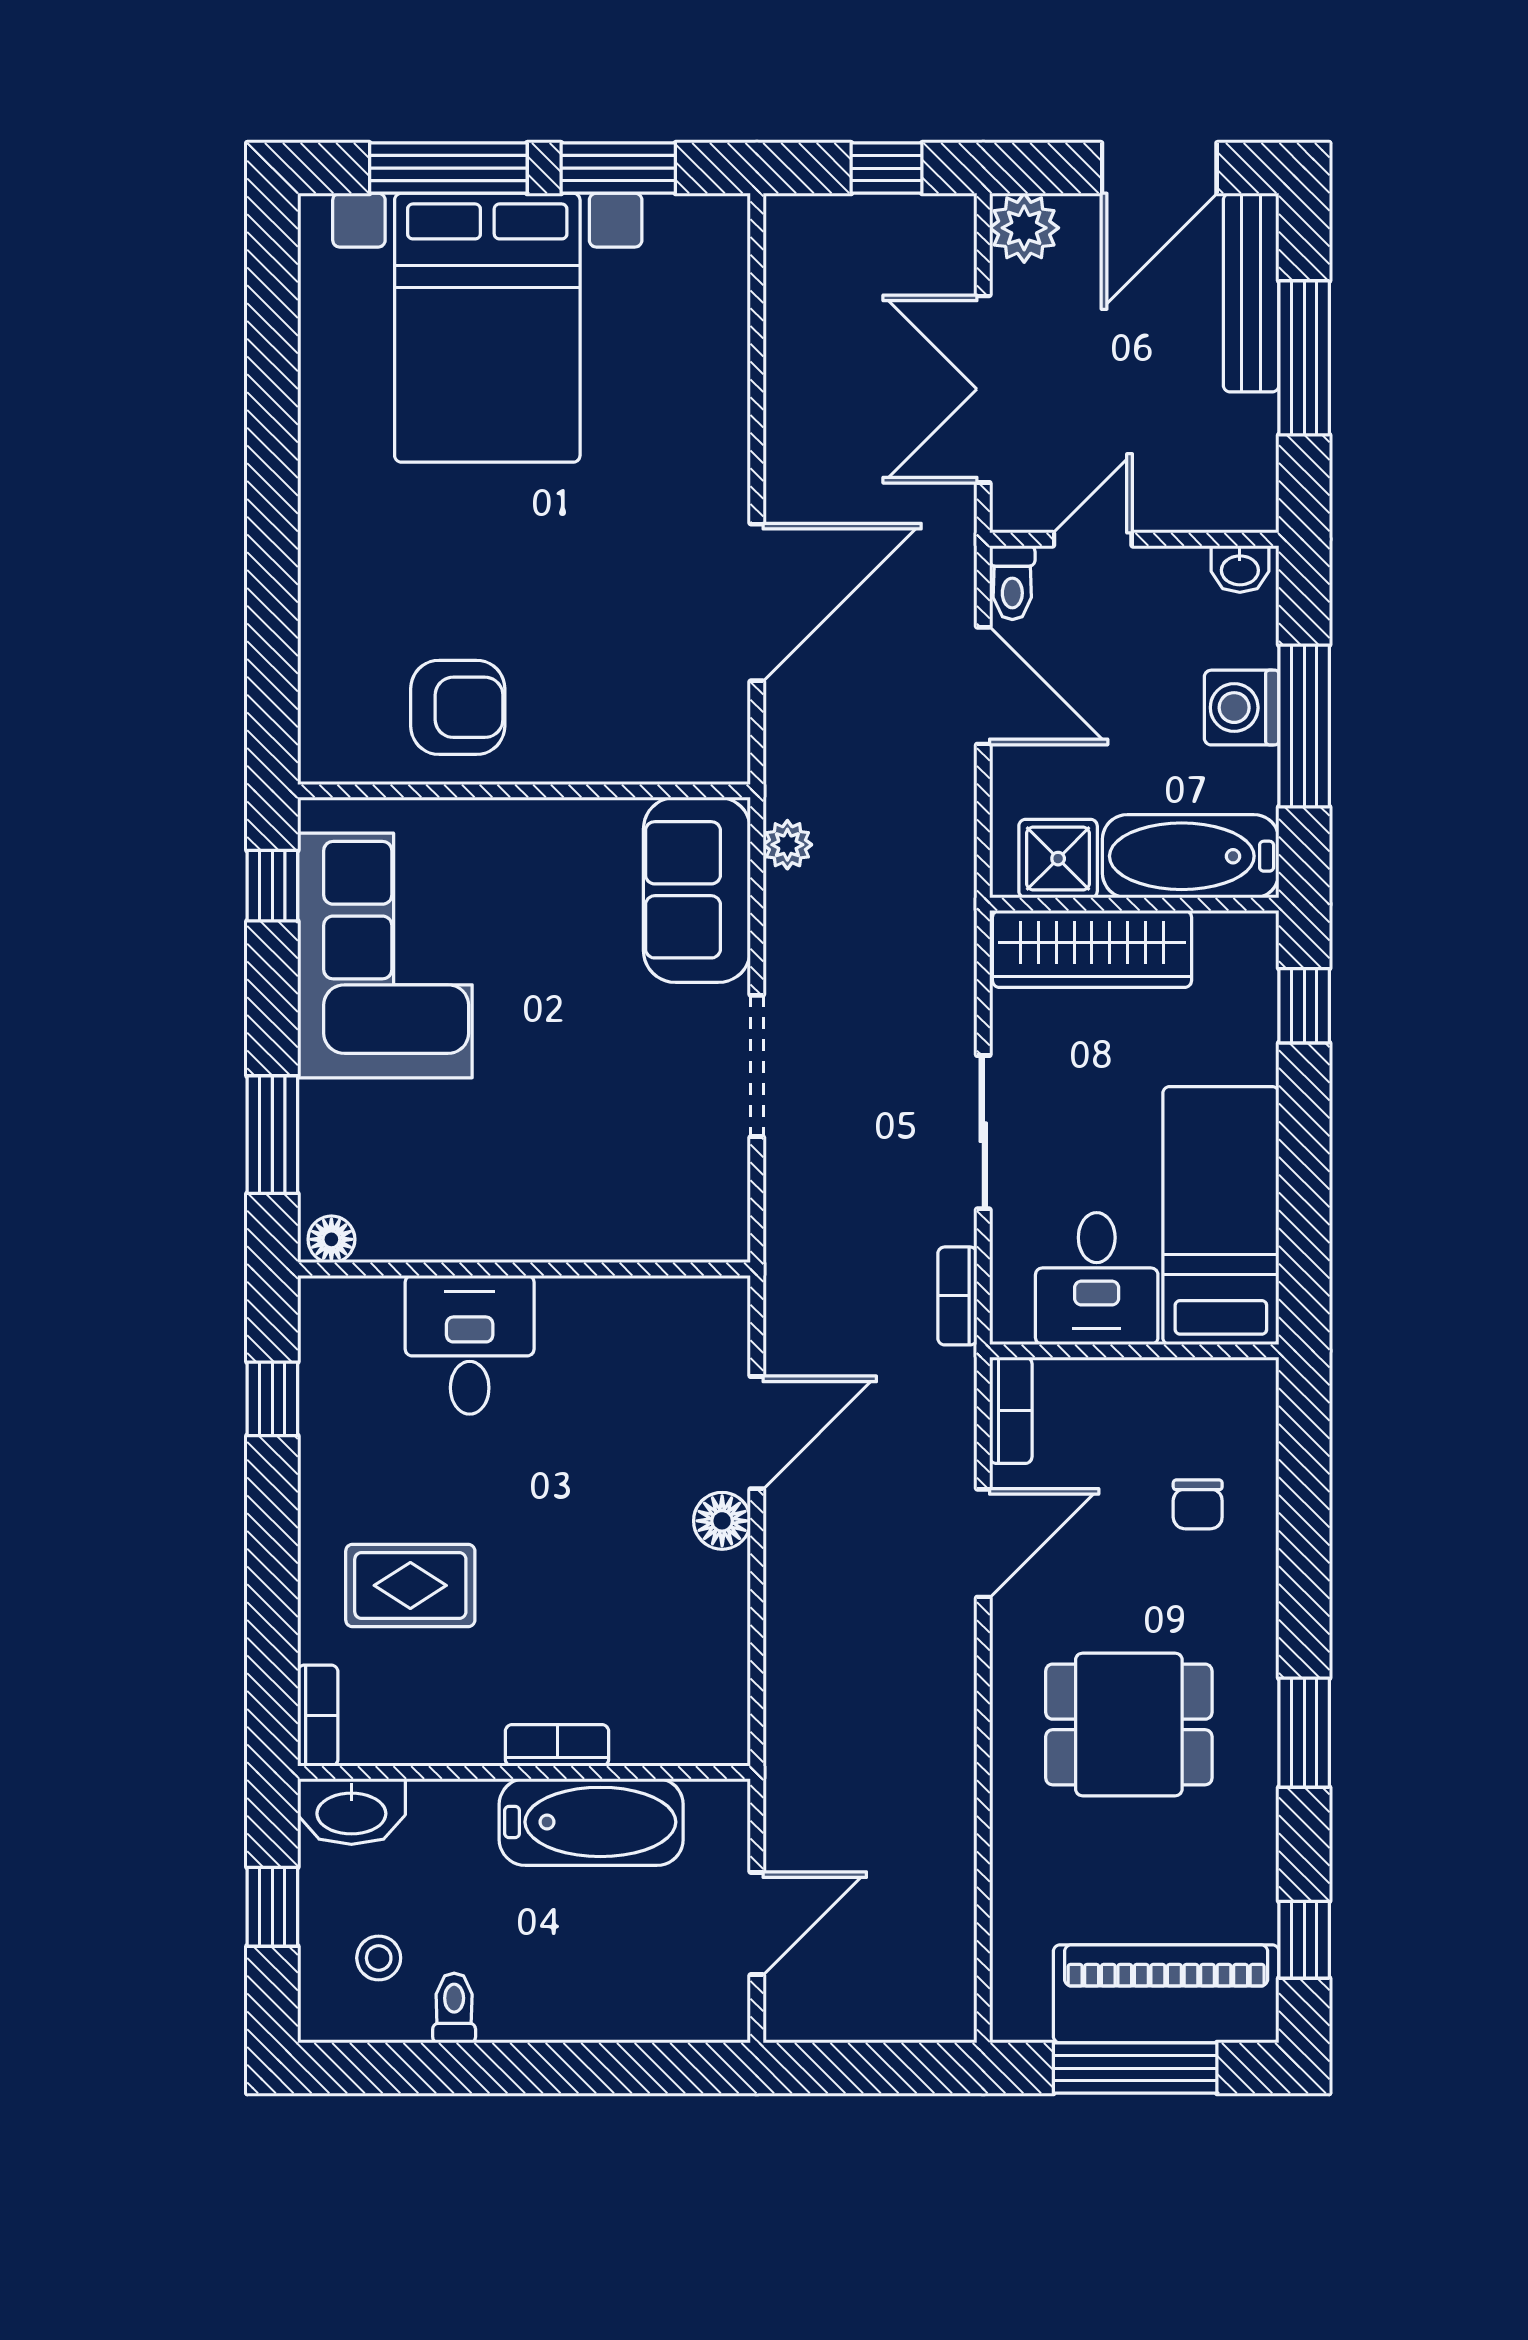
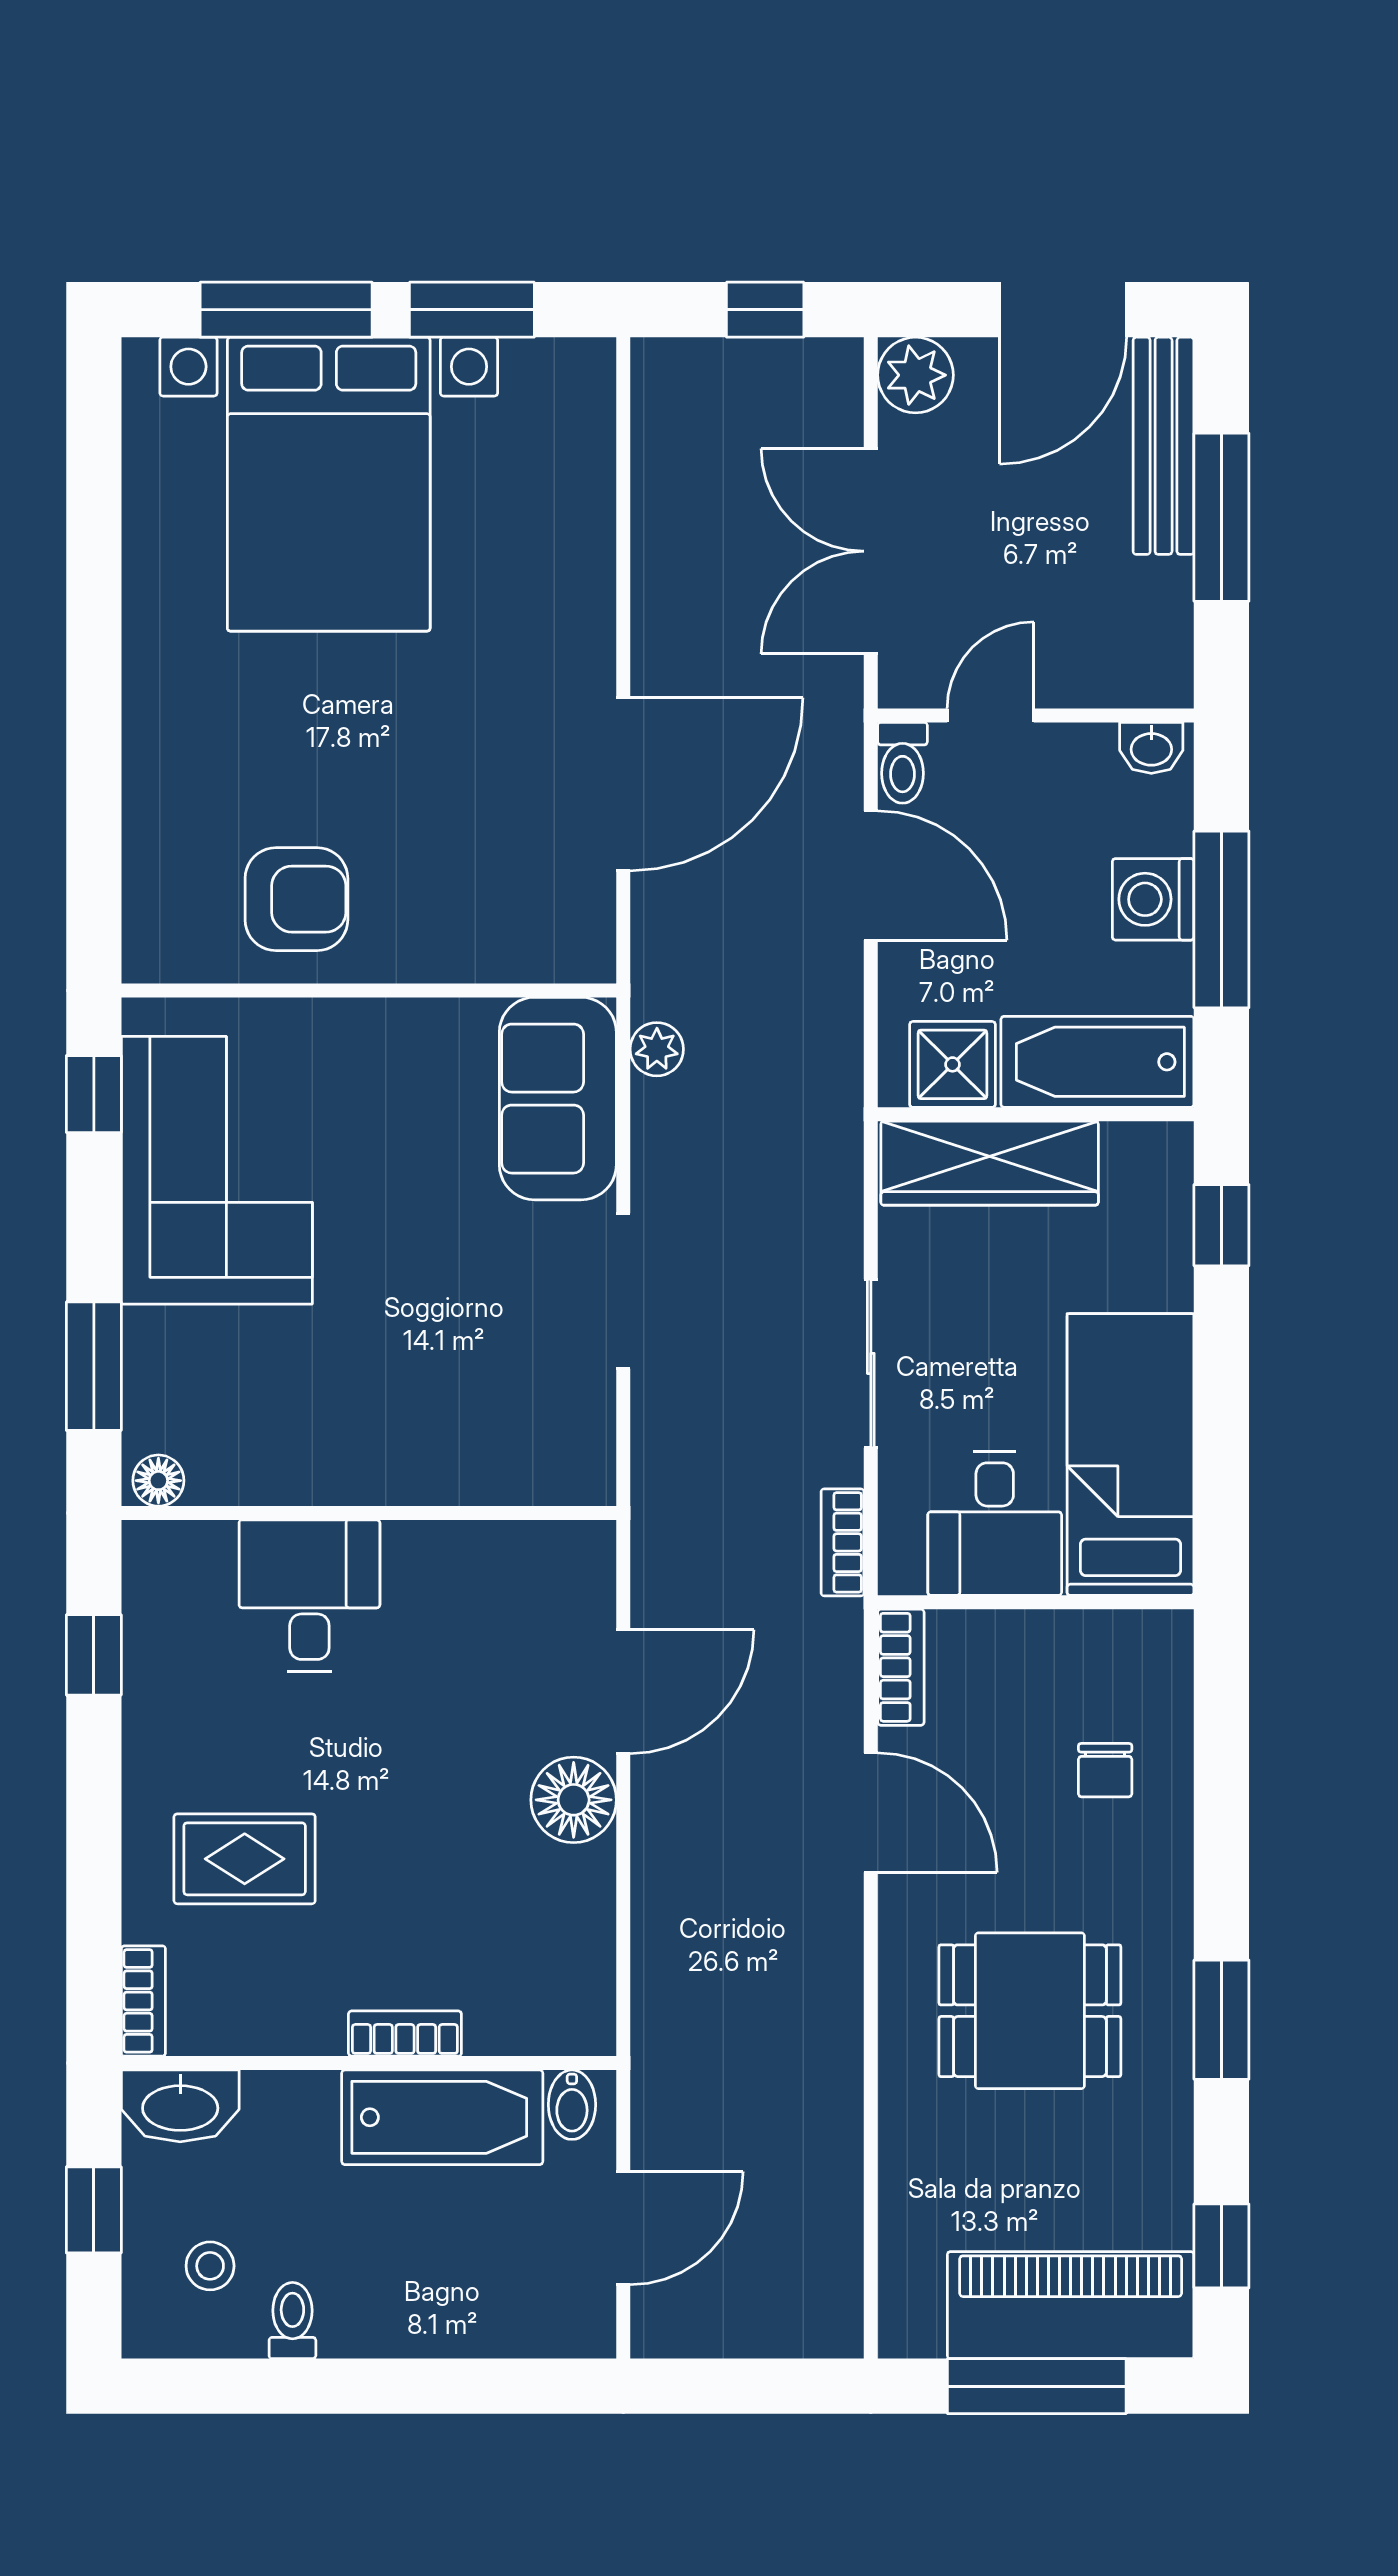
floor lamp: (722, 1521) -> (574, 1800), width x1.38, depth x1.38
door: (983, 1543) -> (871, 1813), hinge flipped
bidet: (710, 1810) -> (572, 2105), added

